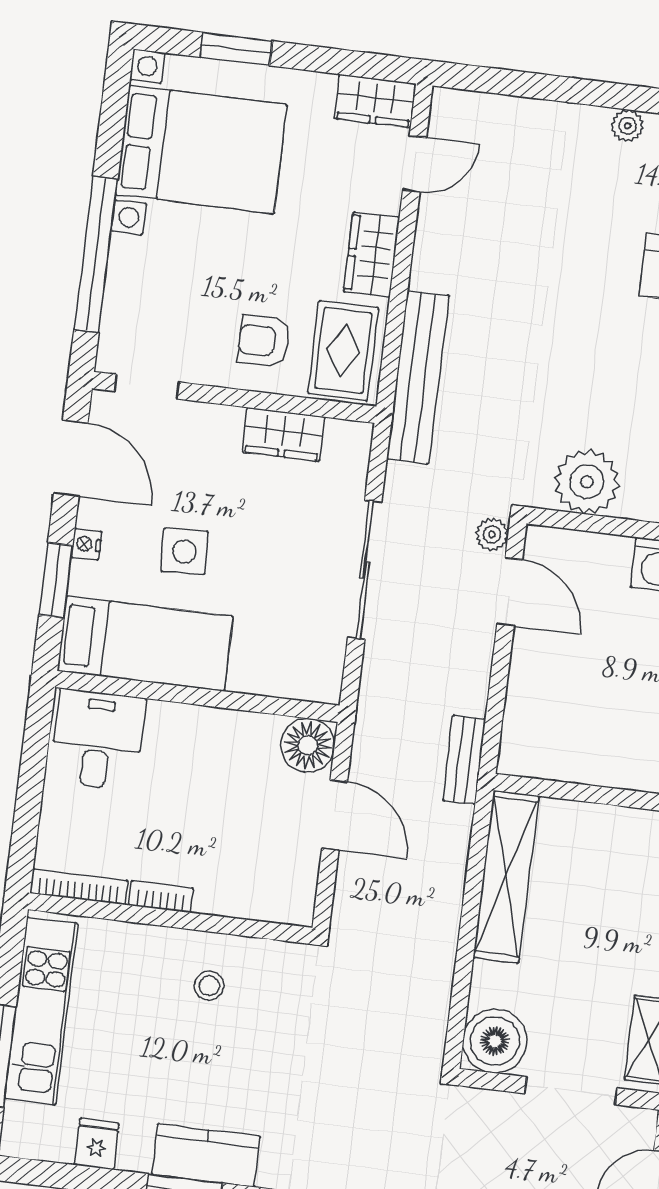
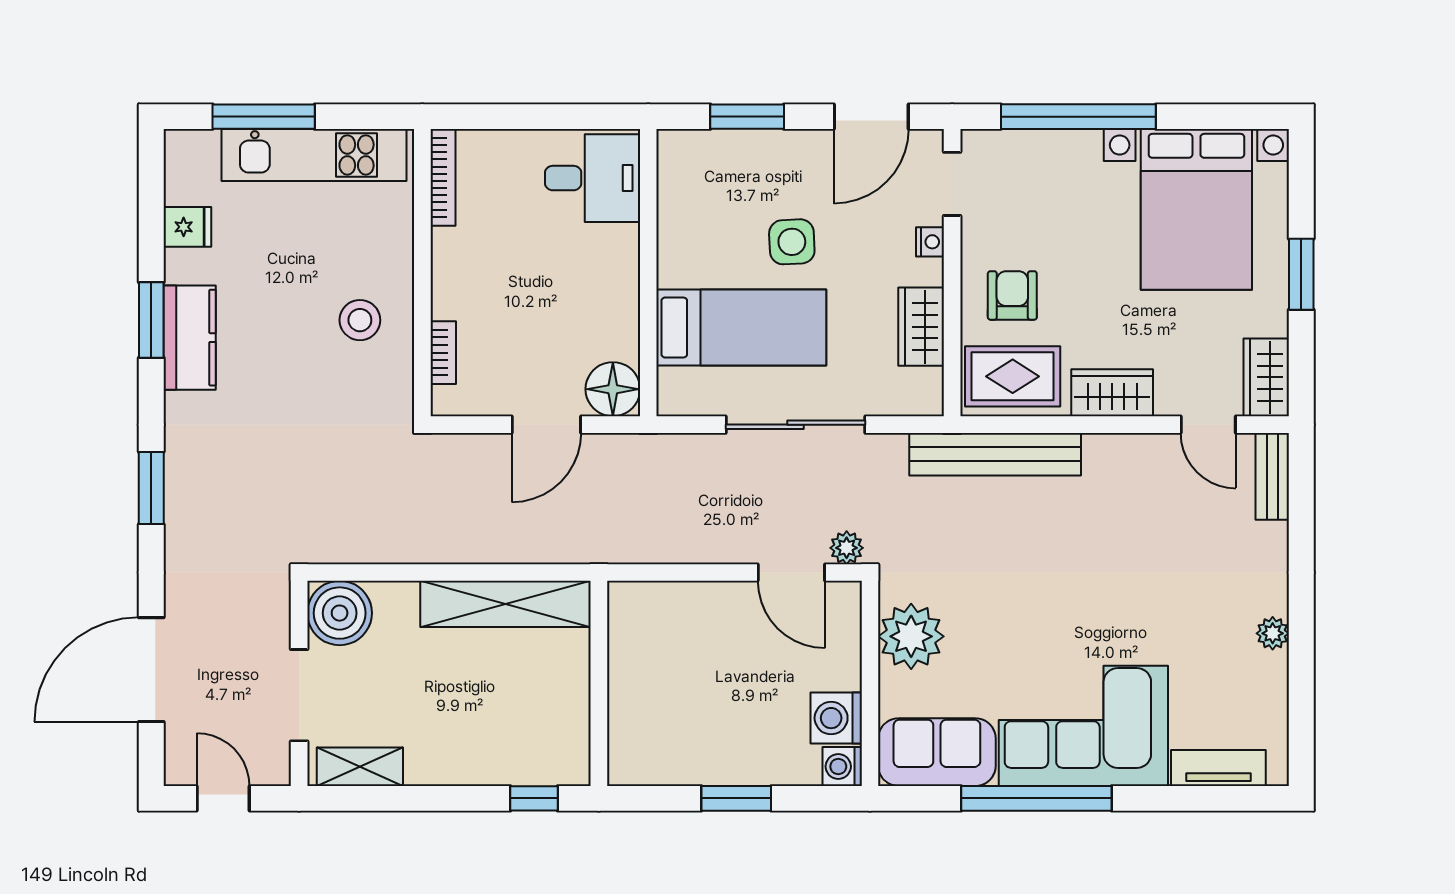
window: (236, 49) -> (1301, 274), moved
nightstand: (86, 544) -> (930, 242), moved, turned 90
door: (510, 592) -> (791, 573), hinge flipped
bed: (145, 644) -> (741, 328), moved, turned -90
bench: (464, 760) -> (1272, 476), moved, turned 90
bookcase: (161, 897) -> (443, 353), moved
stool: (209, 986) -> (360, 320), width x1.37, depth x1.37

